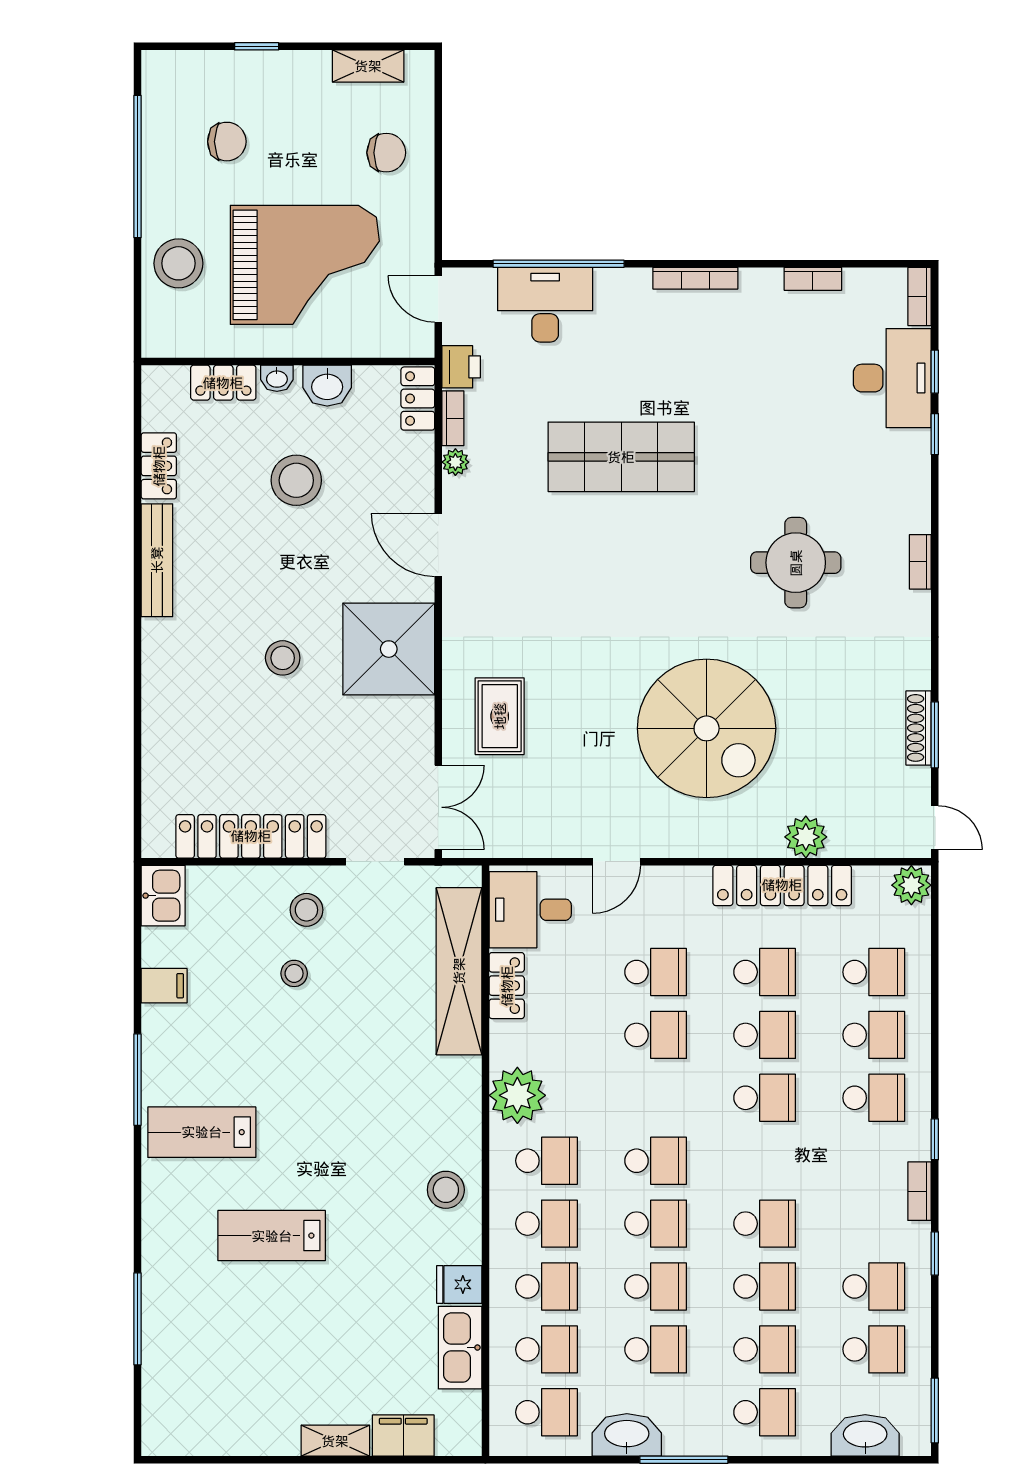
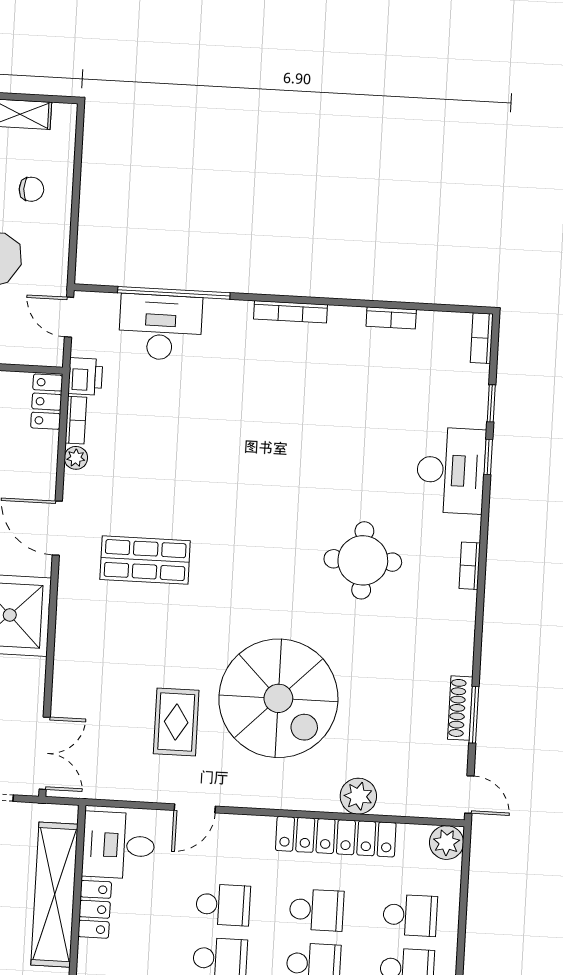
chair: (386, 153) -> (31, 189), width x0.73, depth x0.73
desk: (892, 378) -> (451, 470), moved
shop shelf: (621, 457) -> (145, 560), moved, width x0.70, depth x0.74
rug: (500, 716) -> (176, 722), moved

